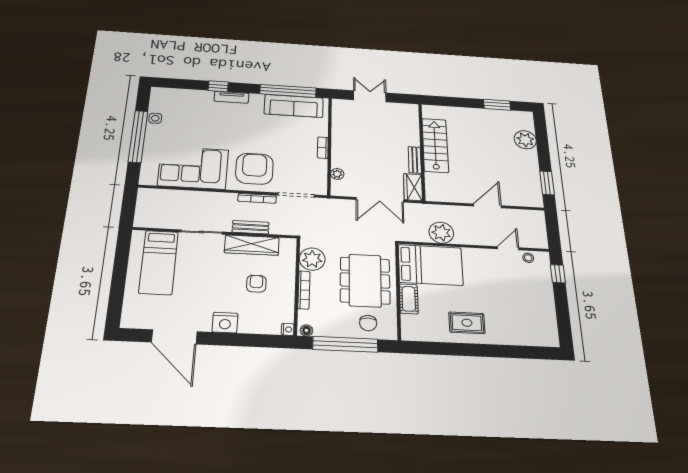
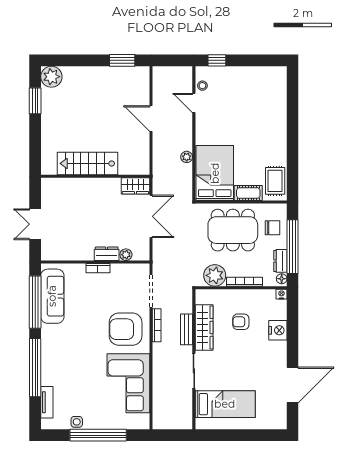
window: (218, 86) -> (35, 368), width x3.17
tv unit: (232, 97) -> (47, 402), moved
plant: (525, 140) -> (51, 77), moved
dresser: (338, 156) -> (107, 254), added
bench: (415, 160) -> (105, 183), removed
plant: (441, 233) -> (187, 157), width x0.53, depth x0.53
nightstand: (225, 323) -> (278, 330), moved
rug: (467, 323) -> (275, 181), moved
dresser: (328, 330) -> (280, 261), added

